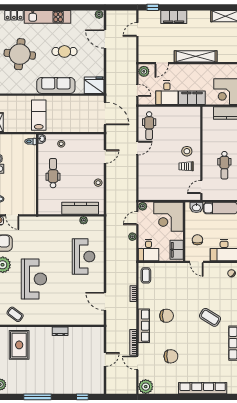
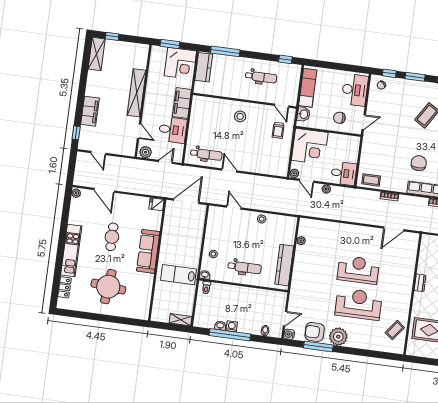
door: (105, 39) -> (104, 190), hinge flipped
fridge: (94, 85) -> (157, 204), width x0.53, depth x0.75
trolley: (186, 166) -> (278, 130), moved
dental chair: (53, 173) -> (245, 267), turned 180
kitchen counter: (80, 208) -> (284, 265), moved
filing cabinet: (177, 250) -> (347, 142), removed
reception desk: (84, 257) -> (358, 270), moved

